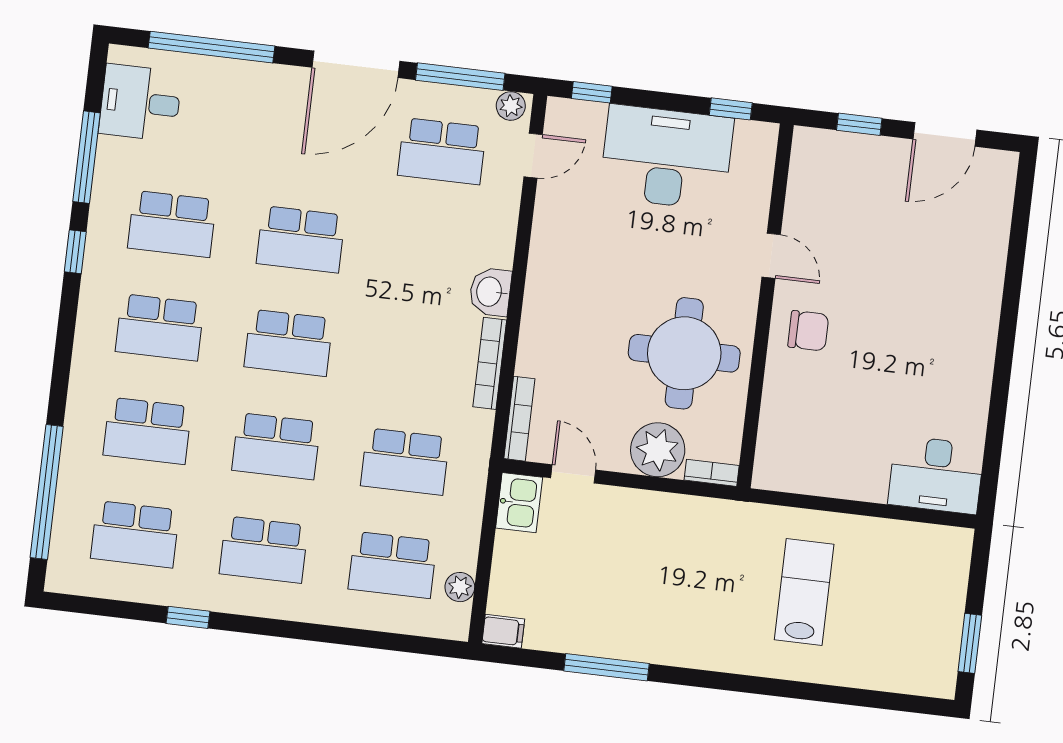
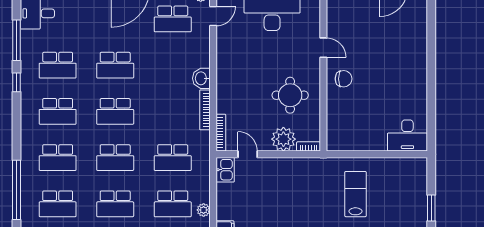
round table: (684, 353) -> (290, 95), width x0.73, depth x0.73

